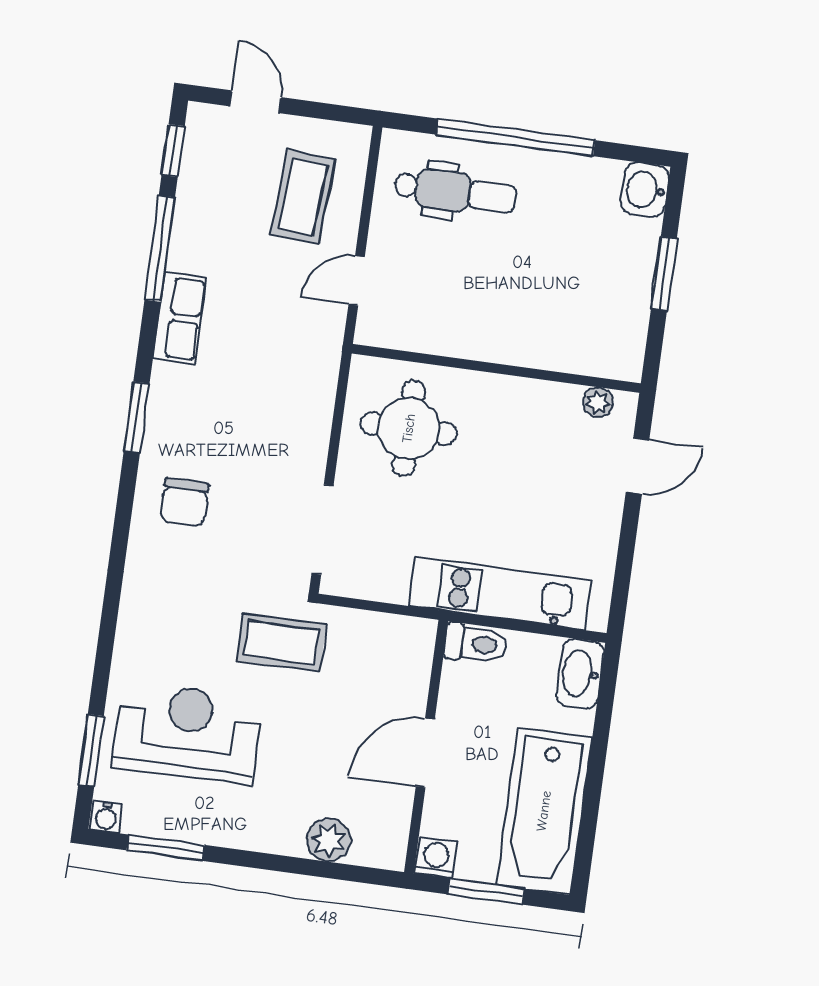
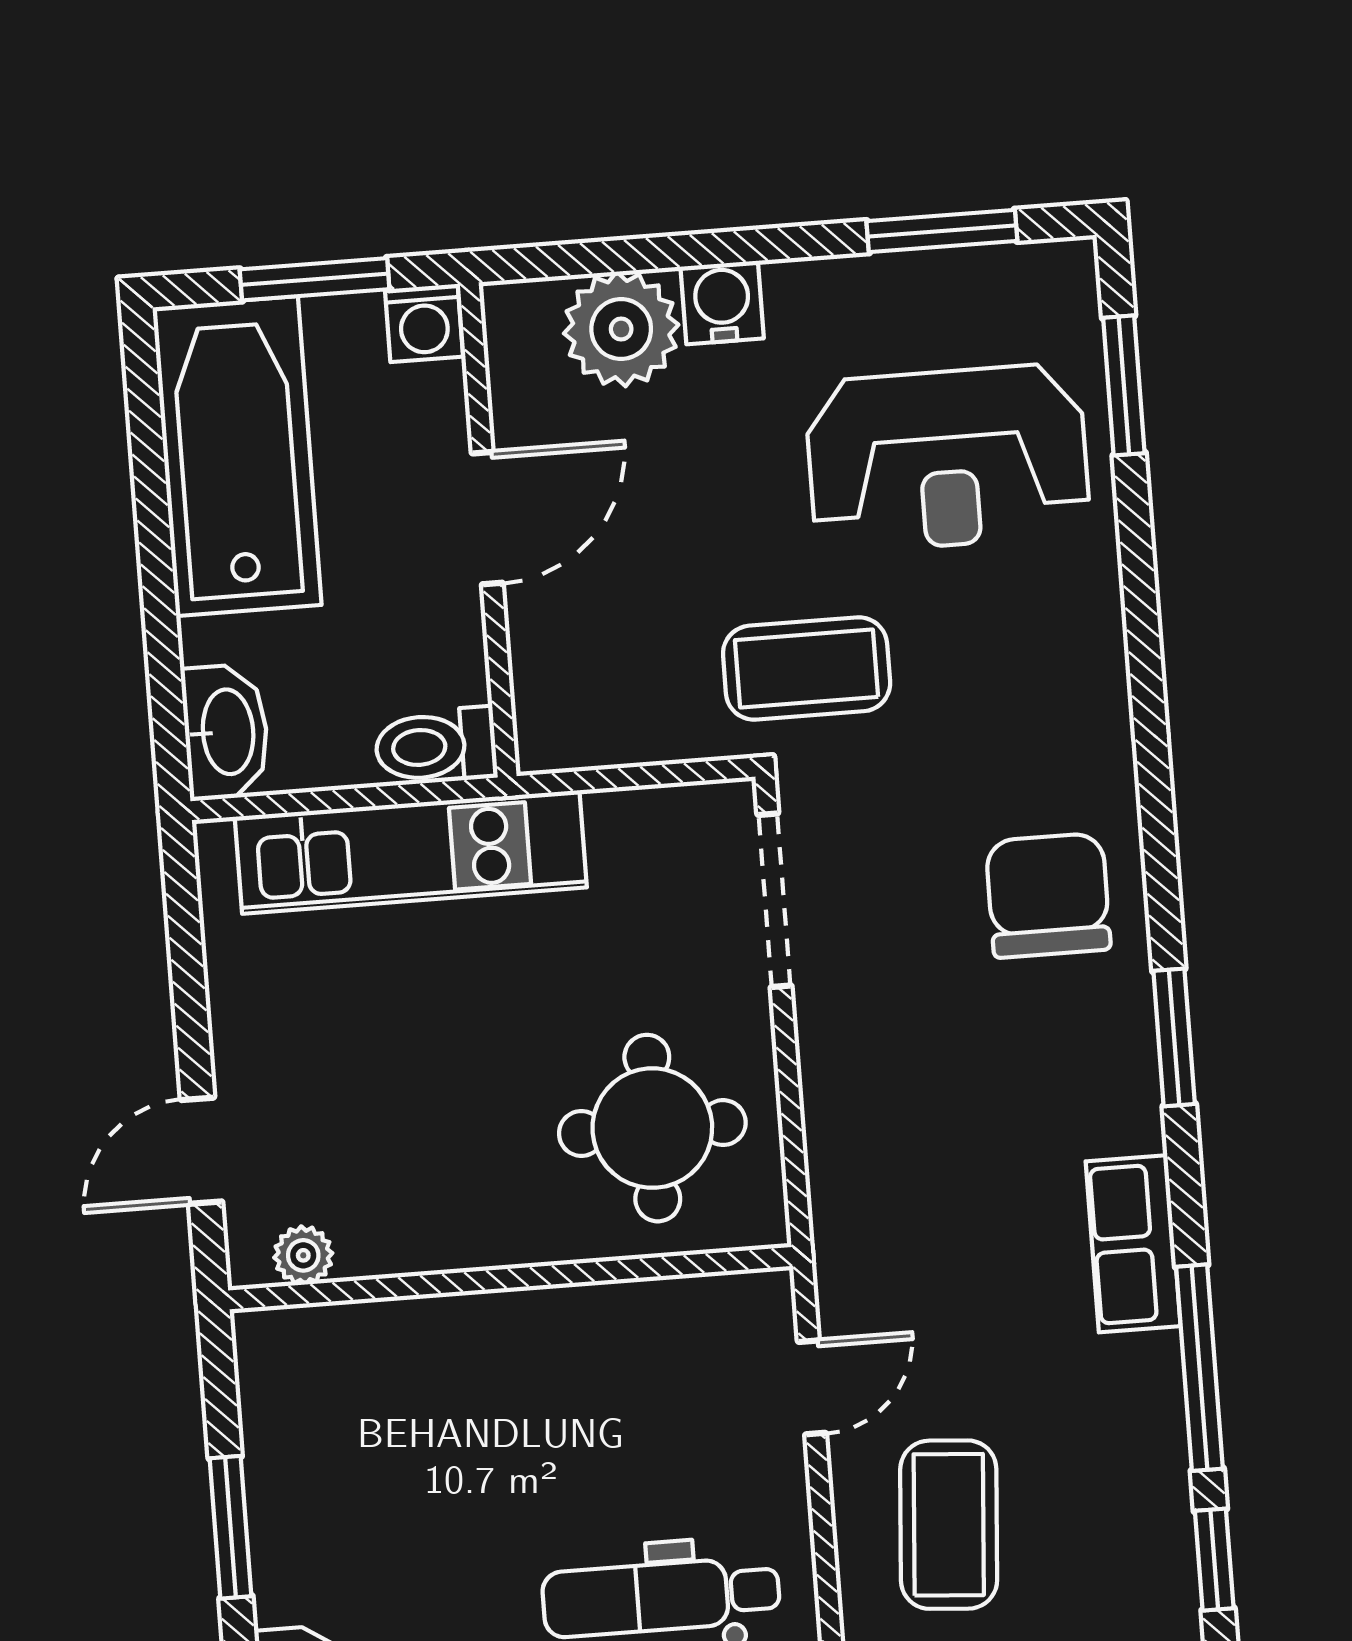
chair: (184, 502) -> (1048, 895), width x1.37, depth x1.37
water cooler: (106, 817) -> (722, 303), moved, width x1.38, depth x1.38
plant: (329, 840) -> (621, 329), width x1.36, depth x1.36

